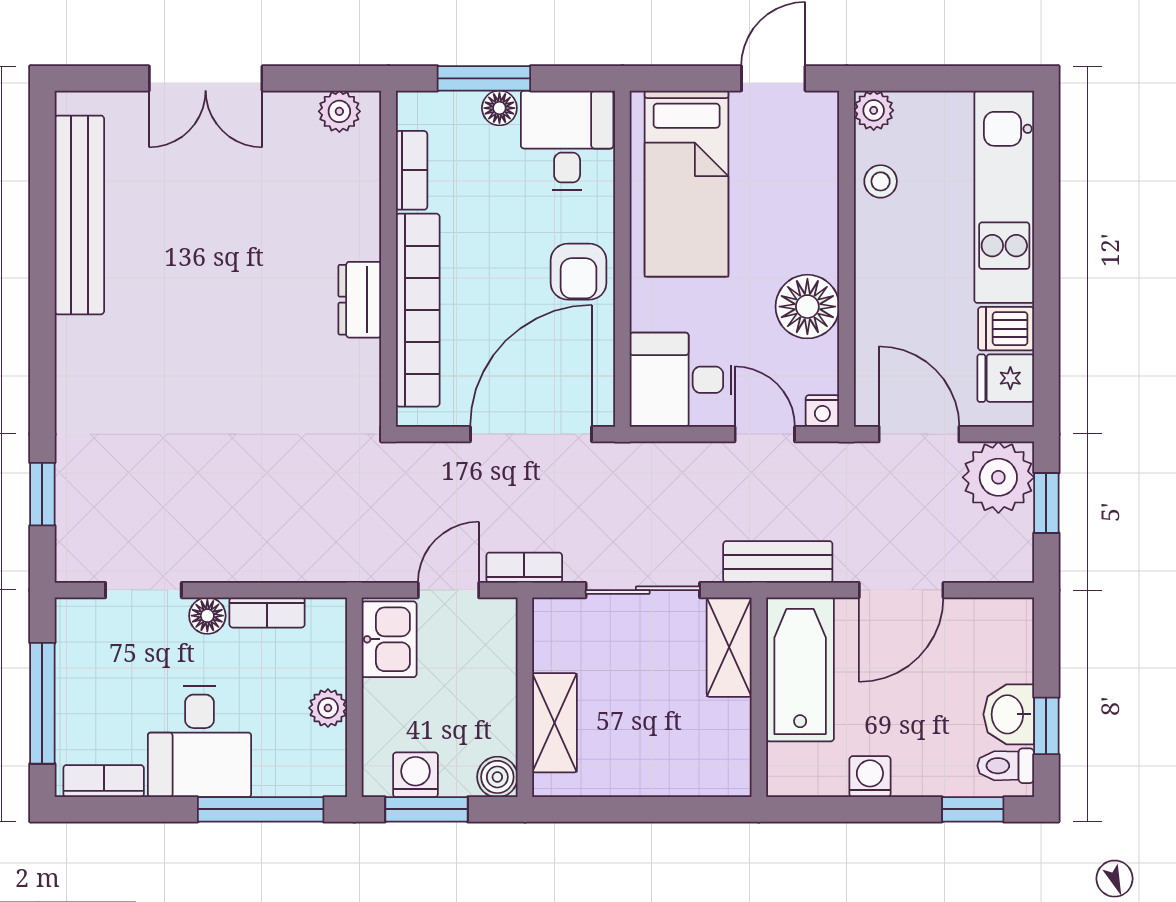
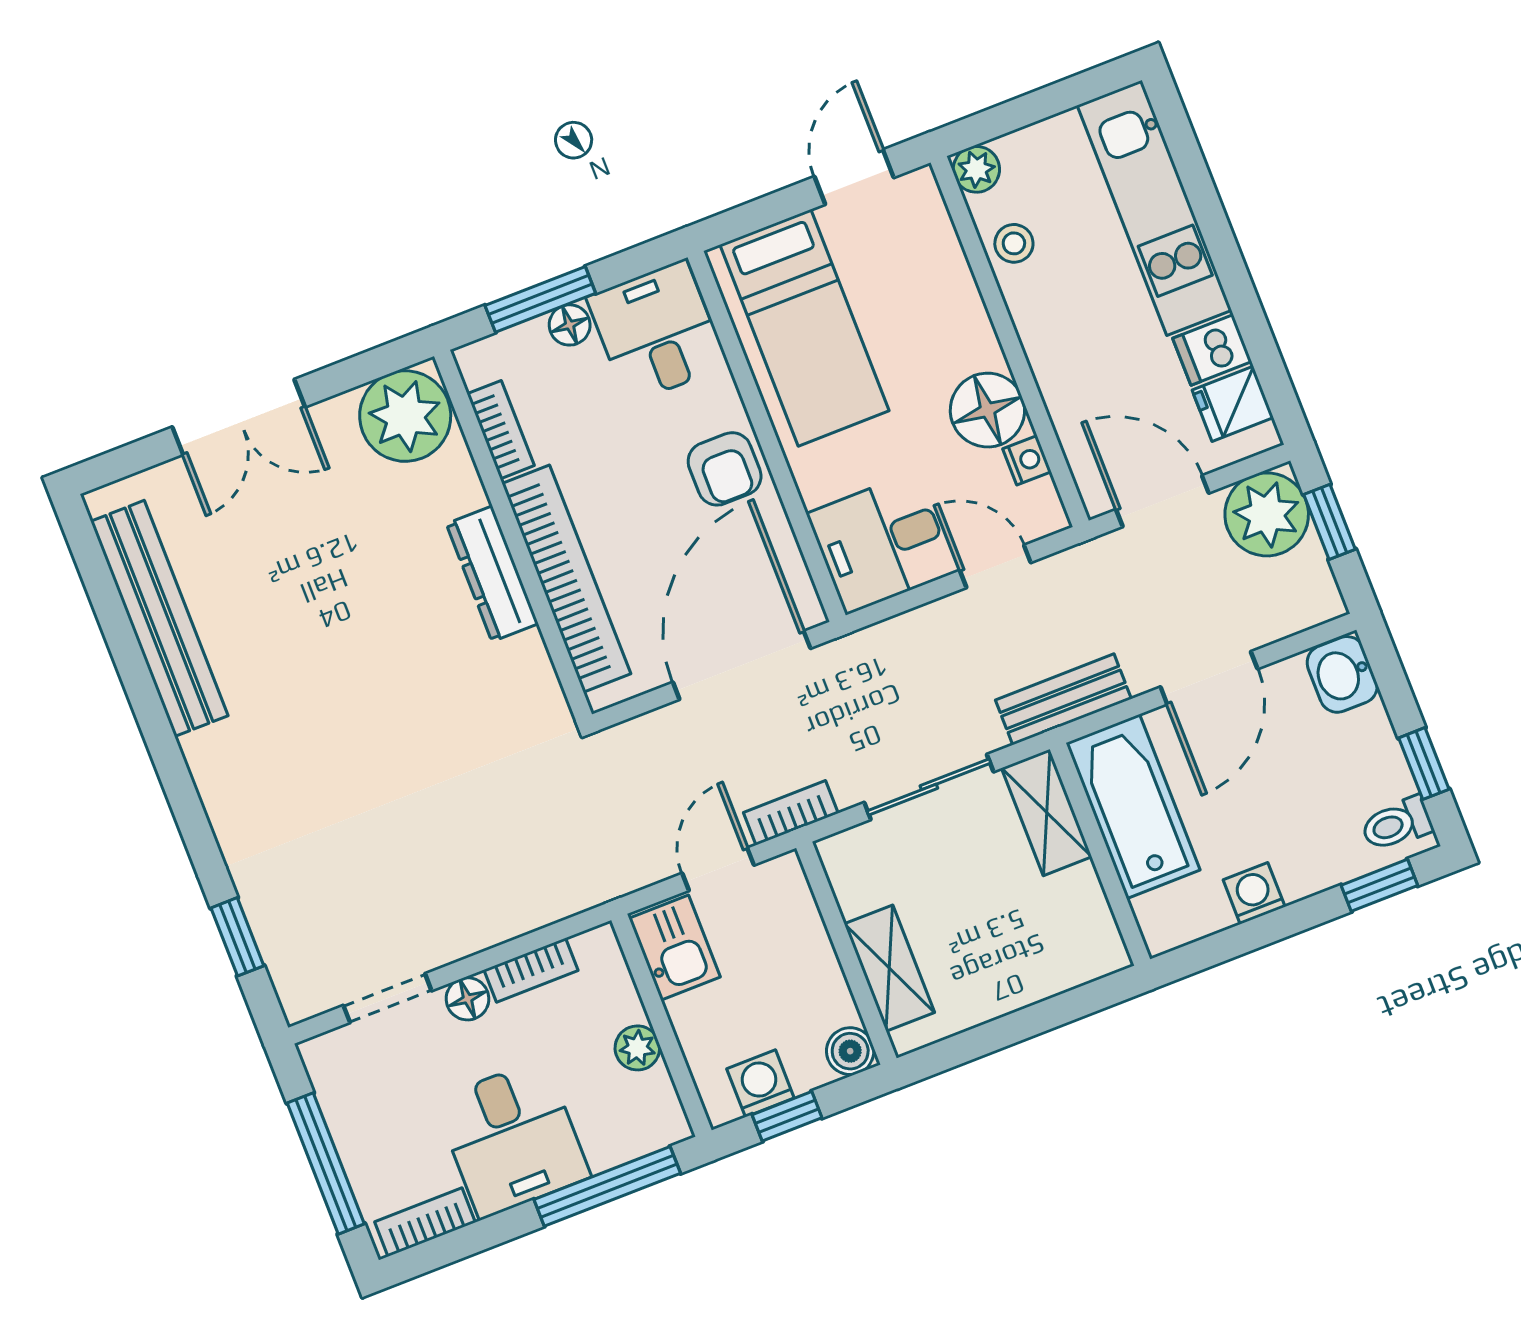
plant: (339, 111) -> (405, 416), width x1.88, depth x1.88
dresser: (360, 300) -> (492, 574), width x1.44
nightstand: (822, 411) -> (1027, 460), moved, turned -90
washbasin: (1009, 714) -> (1342, 674), moved
window: (426, 809) -> (787, 1116), width x0.67

